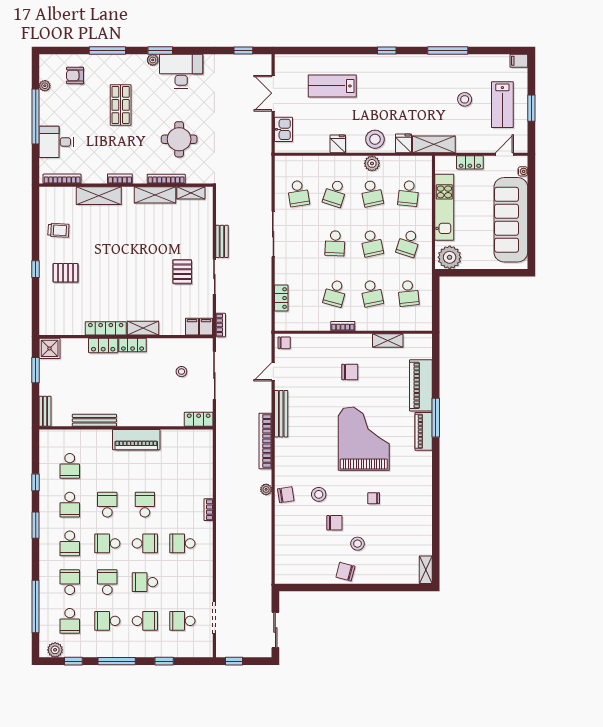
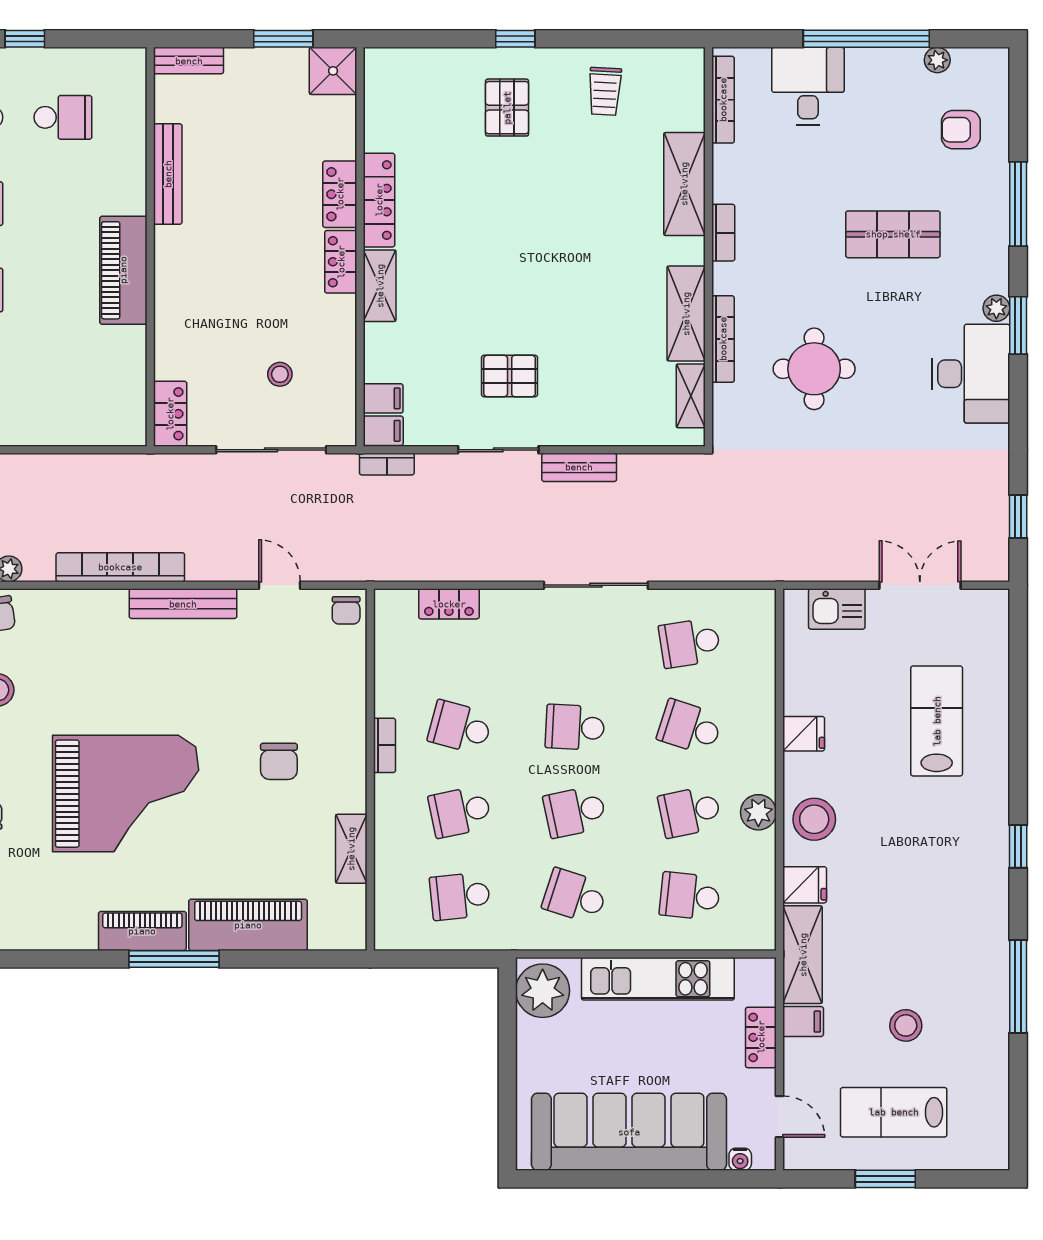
filing cabinet: (519, 61) -> (803, 1022), moved, turned 90
armchair: (75, 75) -> (961, 130), turned -90
school desk: (70, 466) -> (63, 117), turned 180

